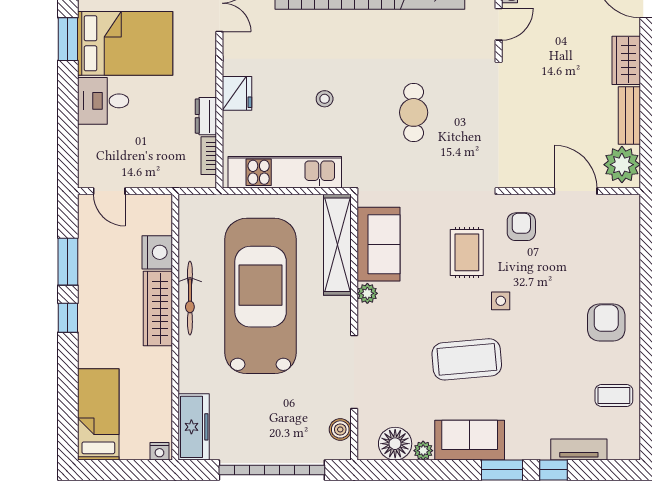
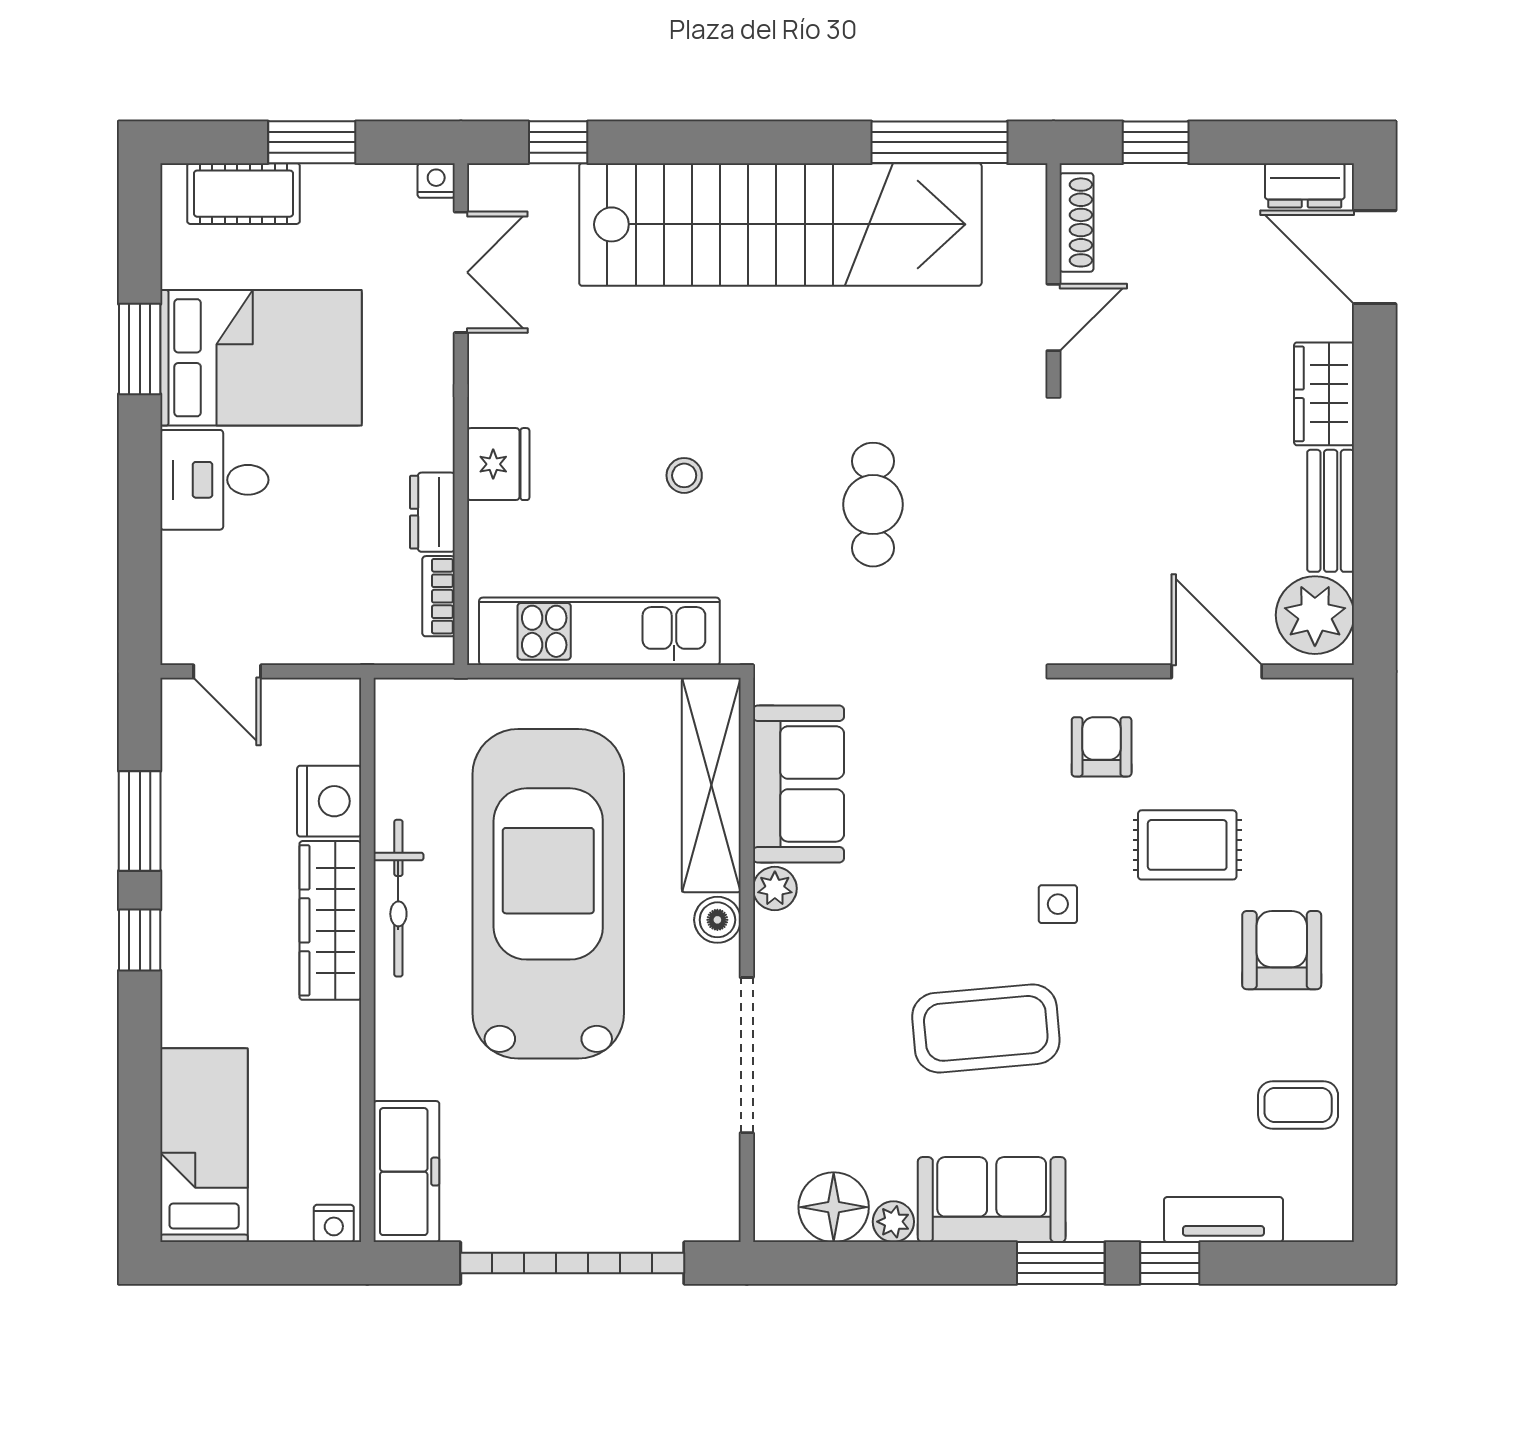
rug: (467, 252) -> (1187, 845), moved, turned 90
boiler: (340, 429) -> (717, 920), moved

